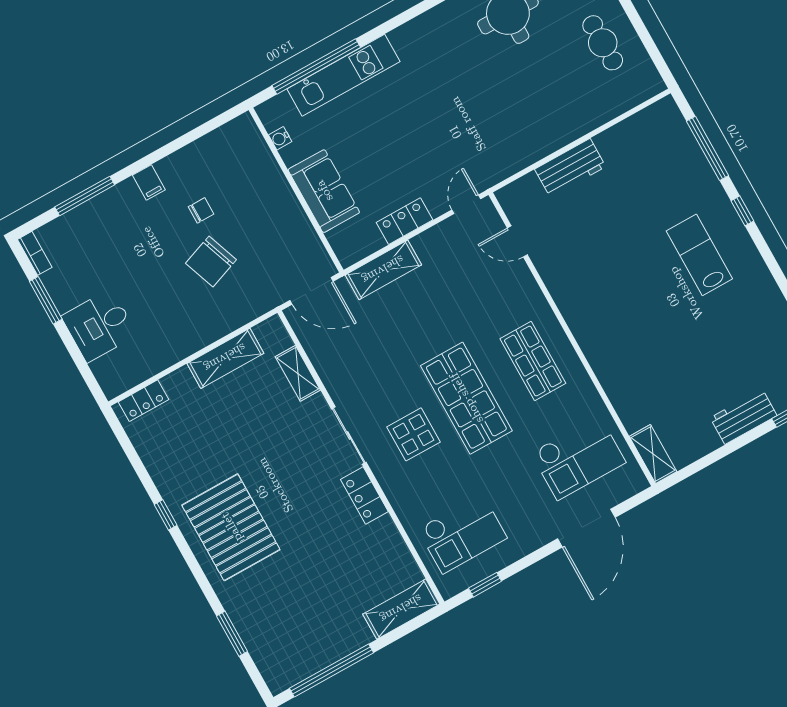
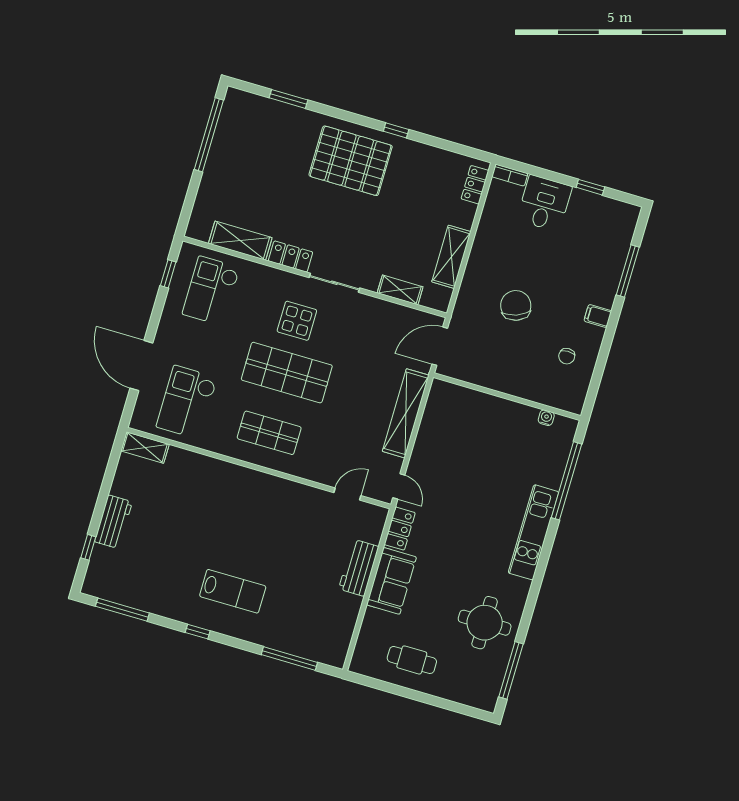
kitchen unit: (343, 75) -> (533, 532), moved
sofa: (324, 191) -> (391, 581), moved, turned -90
chair: (201, 210) -> (567, 356), moved
window: (742, 211) -> (198, 632), moved
locker: (405, 221) -> (400, 529), moved
bookcase: (35, 253) -> (510, 175), moved
shelving: (383, 270) -> (406, 413), width x1.47
window: (46, 300) -> (590, 187), width x0.67
shelving: (401, 609) -> (240, 241), moved, turned 90

